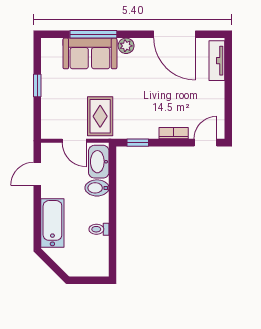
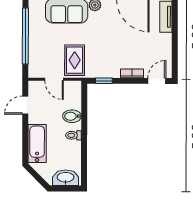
window: (37, 86) -> (25, 36), width x3.17
washbasin: (99, 162) -> (66, 178), moved, turned 90
toilet: (99, 229) -> (73, 135), moved

